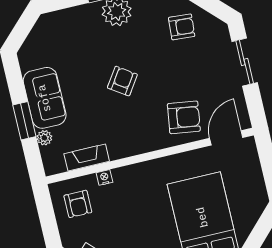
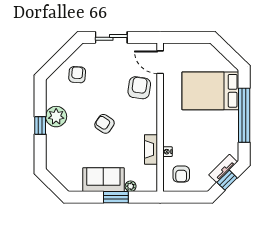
fireplace: (87, 157) -> (151, 149), moved
armchair: (78, 204) -> (181, 174), turned 90

